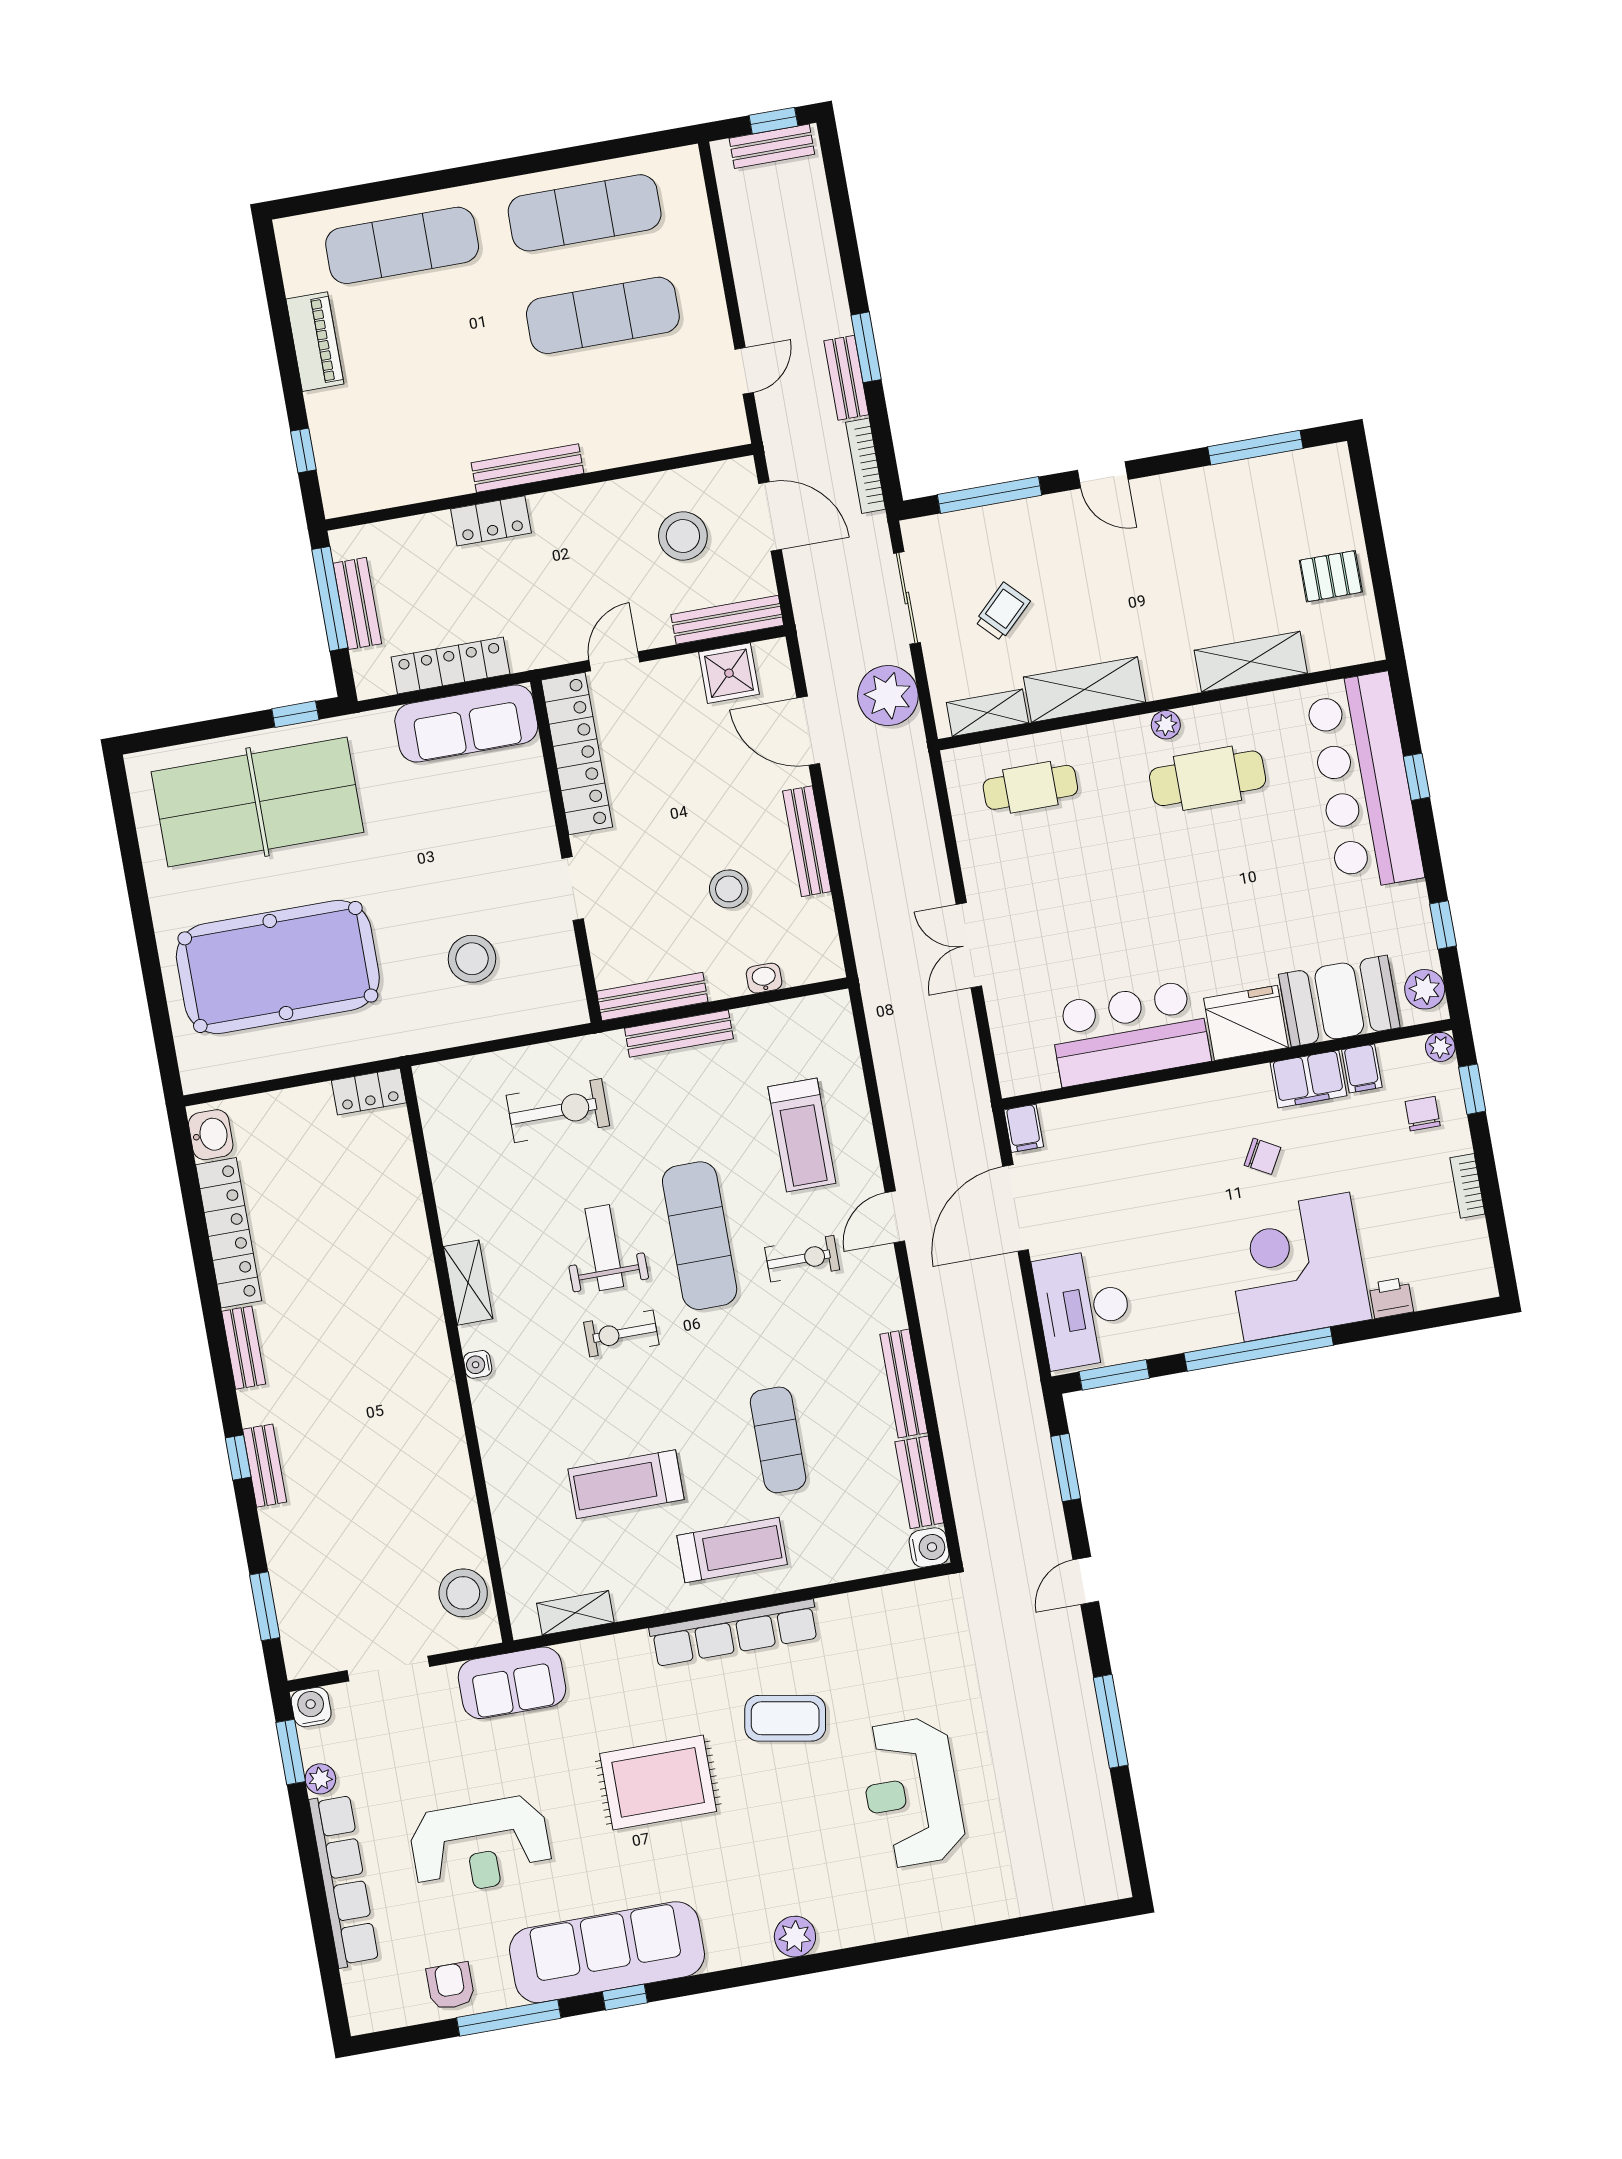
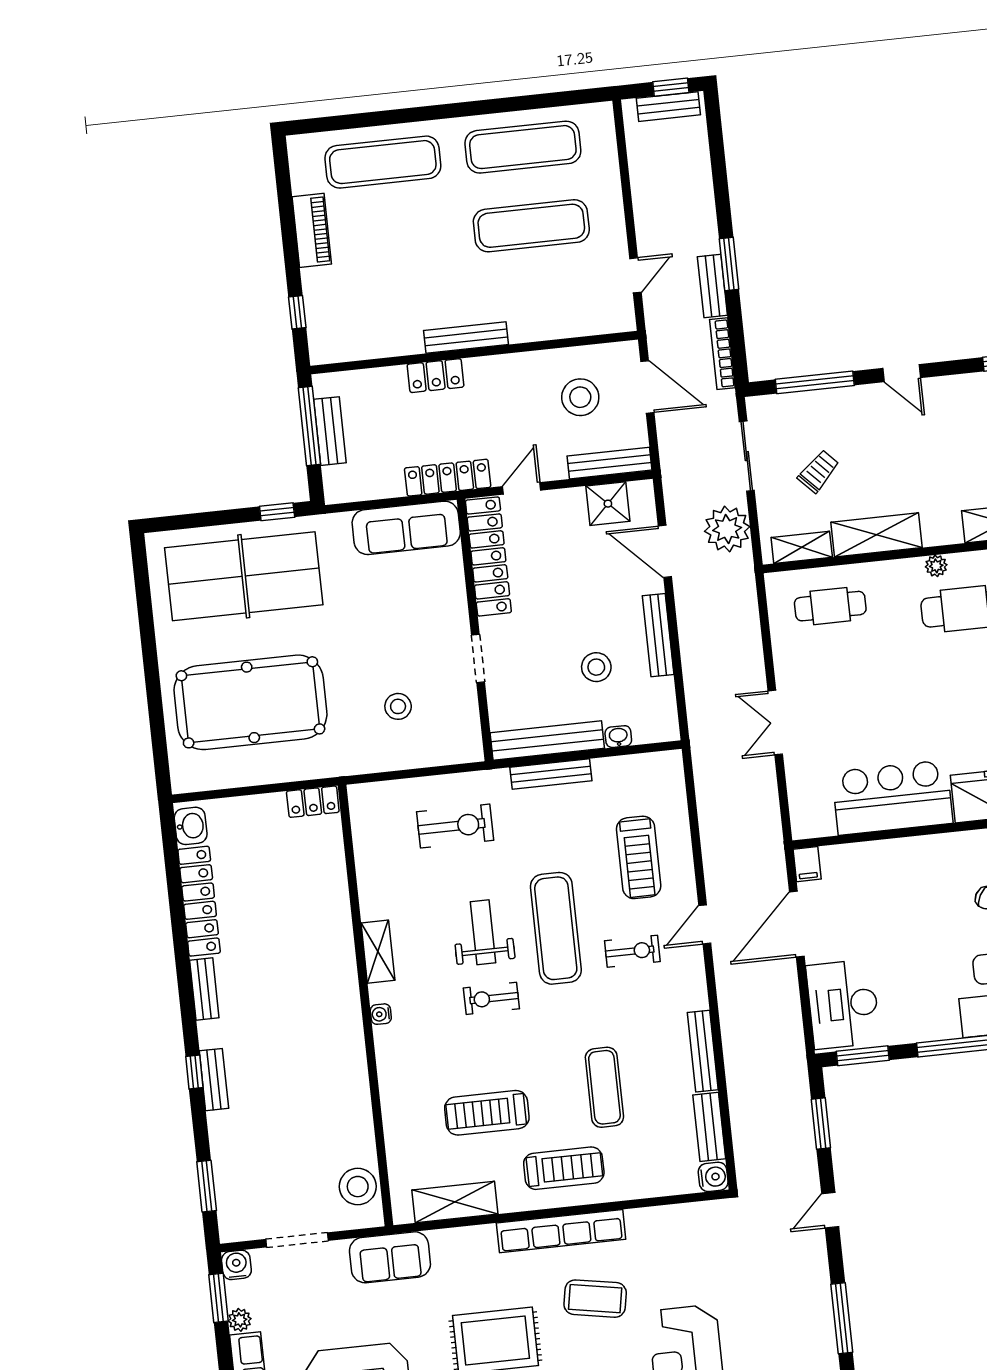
locker: (450, 665) -> (448, 478), moved
stool: (472, 959) -> (398, 706), width x0.73, depth x0.73
bench: (652, 996) -> (547, 741), width x1.37, depth x1.21
shelving: (575, 1613) -> (455, 1202), width x1.50, depth x1.33

